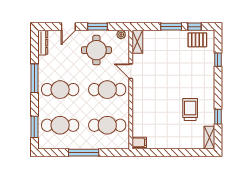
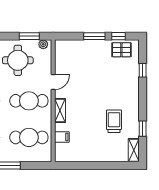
window: (97, 27) -> (29, 36), moved
shelving: (137, 42) -> (60, 111), moved
door: (131, 71) -> (53, 82), swing flipped
filing cabinet: (139, 142) -> (62, 137), moved

